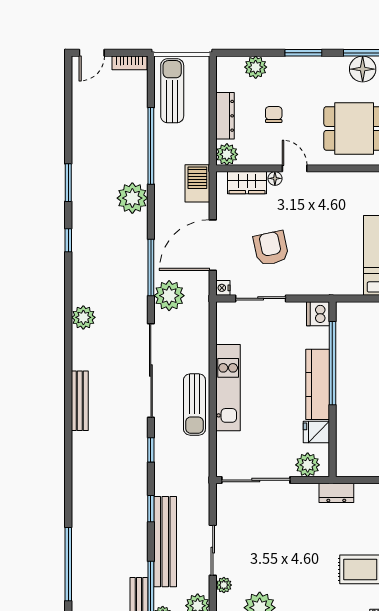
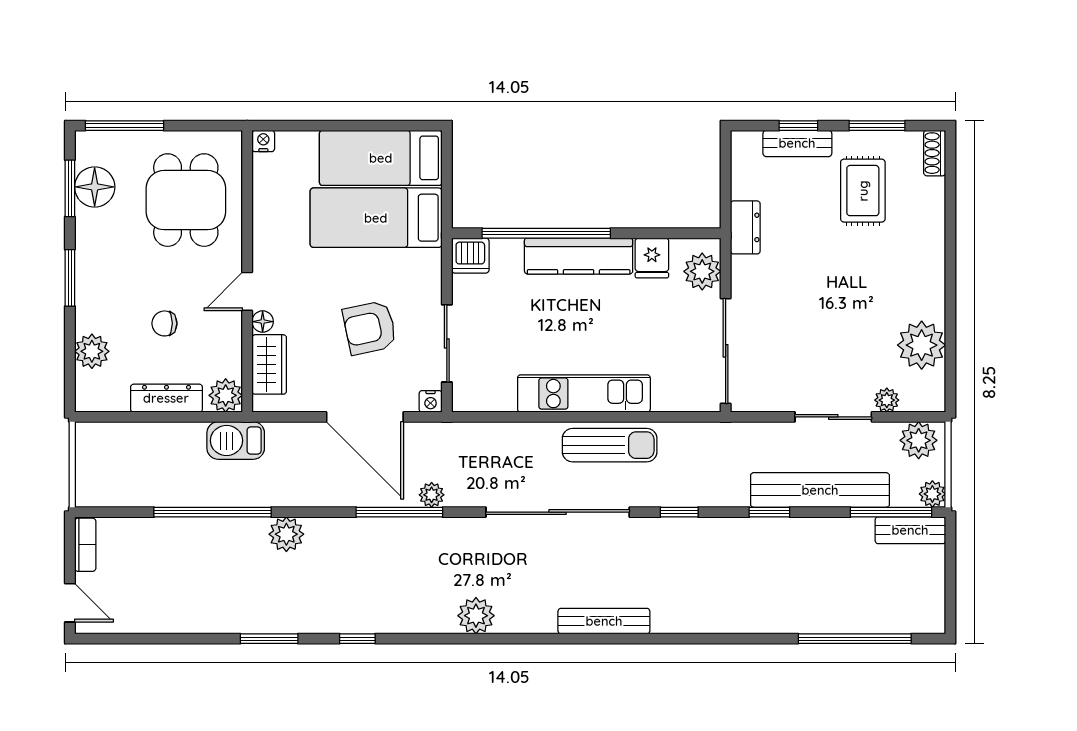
sun lounger: (172, 91) -> (128, 479), removed
barbecue: (197, 183) -> (236, 441), moved
plant: (132, 198) -> (286, 534), width x0.73, depth x0.73
bed: (343, 252) -> (376, 218), added
plant: (169, 296) -> (432, 495), width x0.53, depth x0.53

